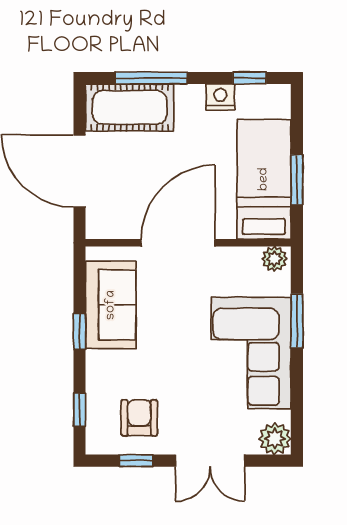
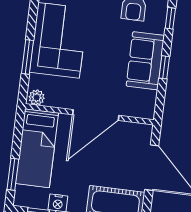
window: (297, 180) -> (13, 174), moved
sofa: (111, 305) -> (145, 61), moved

